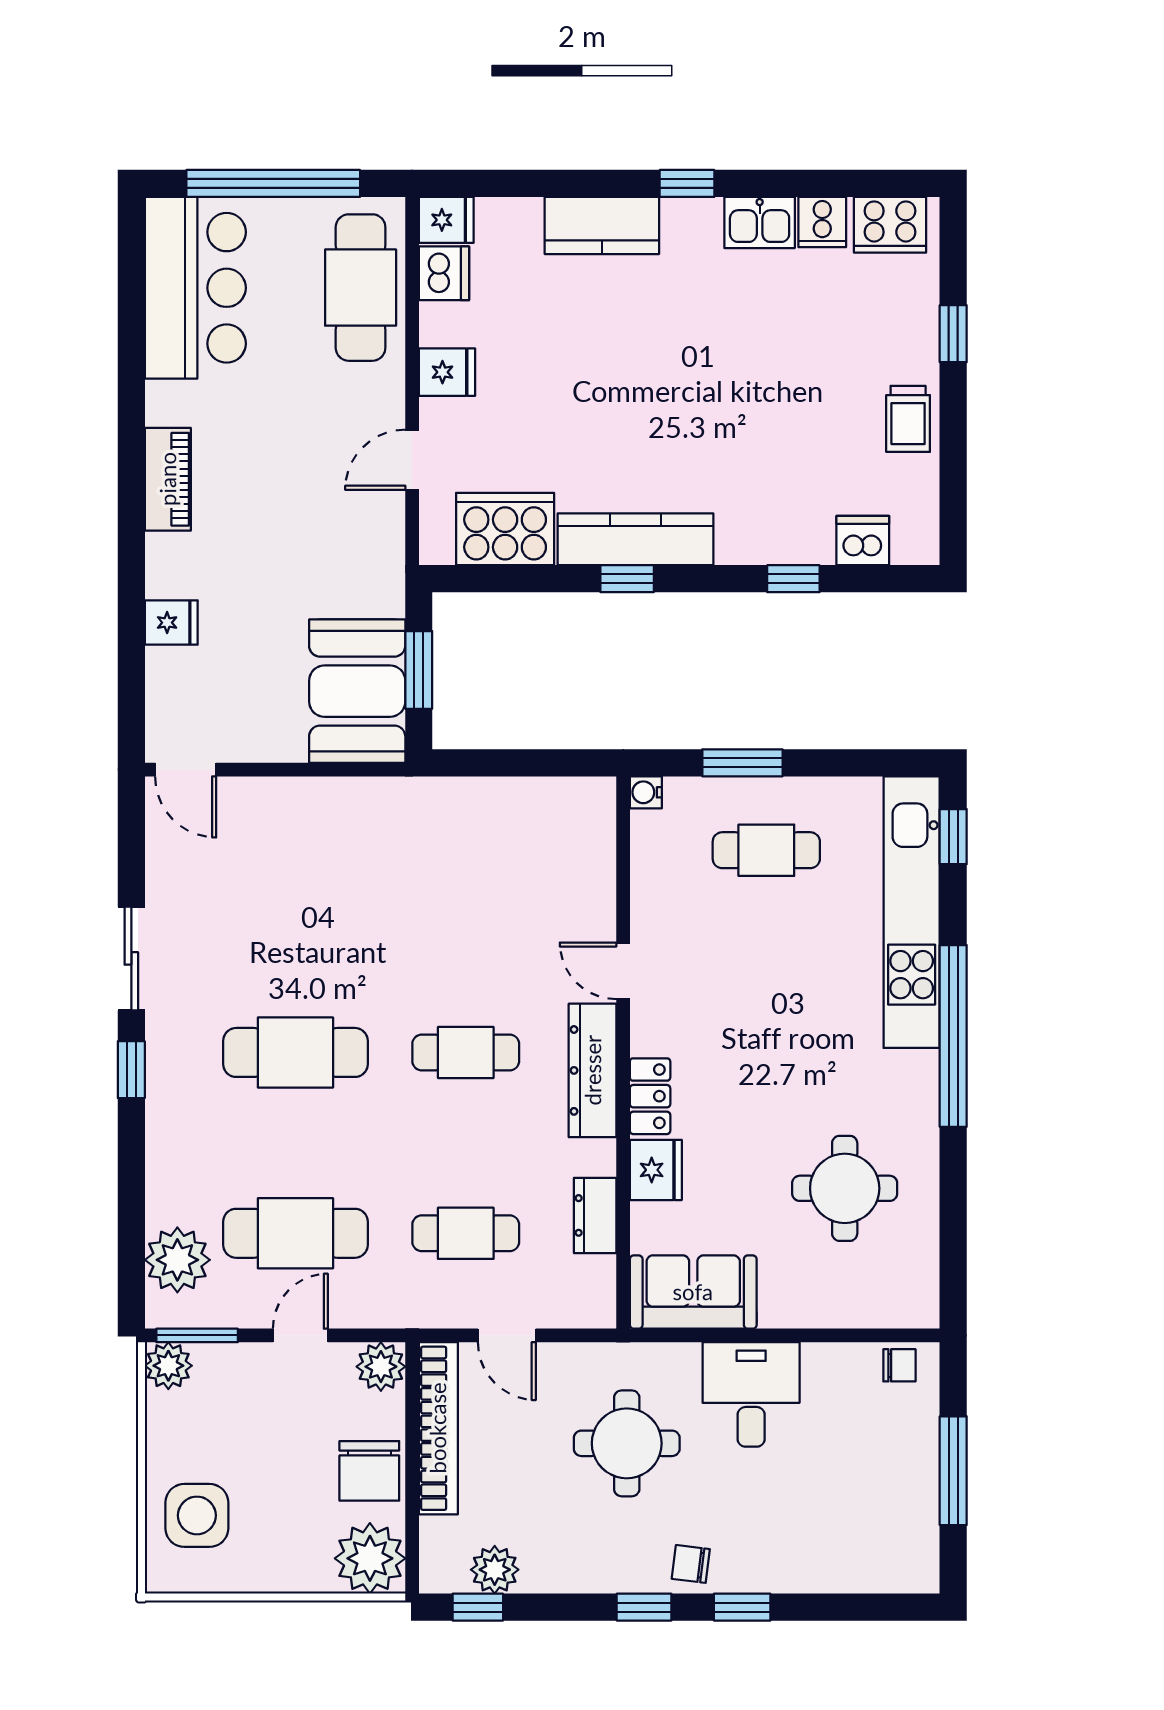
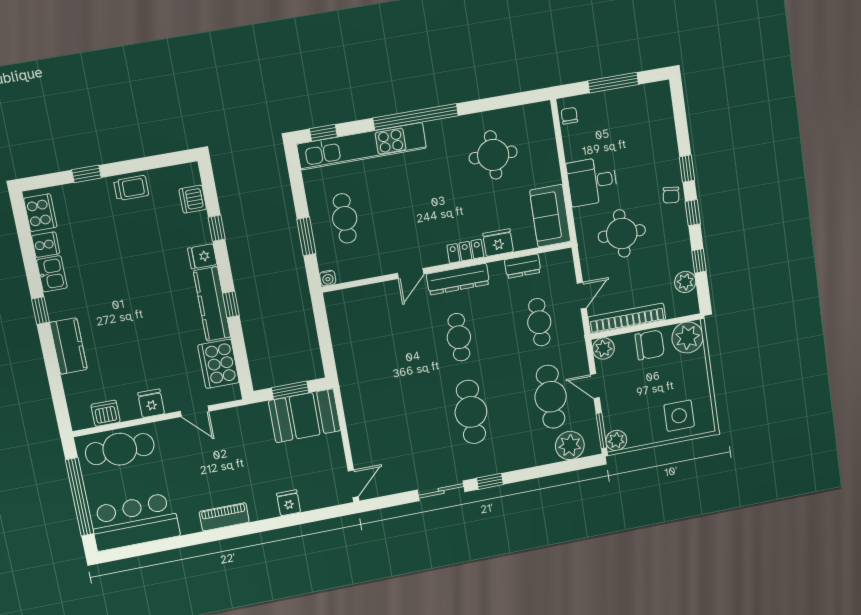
fridge: (446, 220) -> (202, 256), moved, turned -90
window: (478, 1607) -> (699, 261), moved

